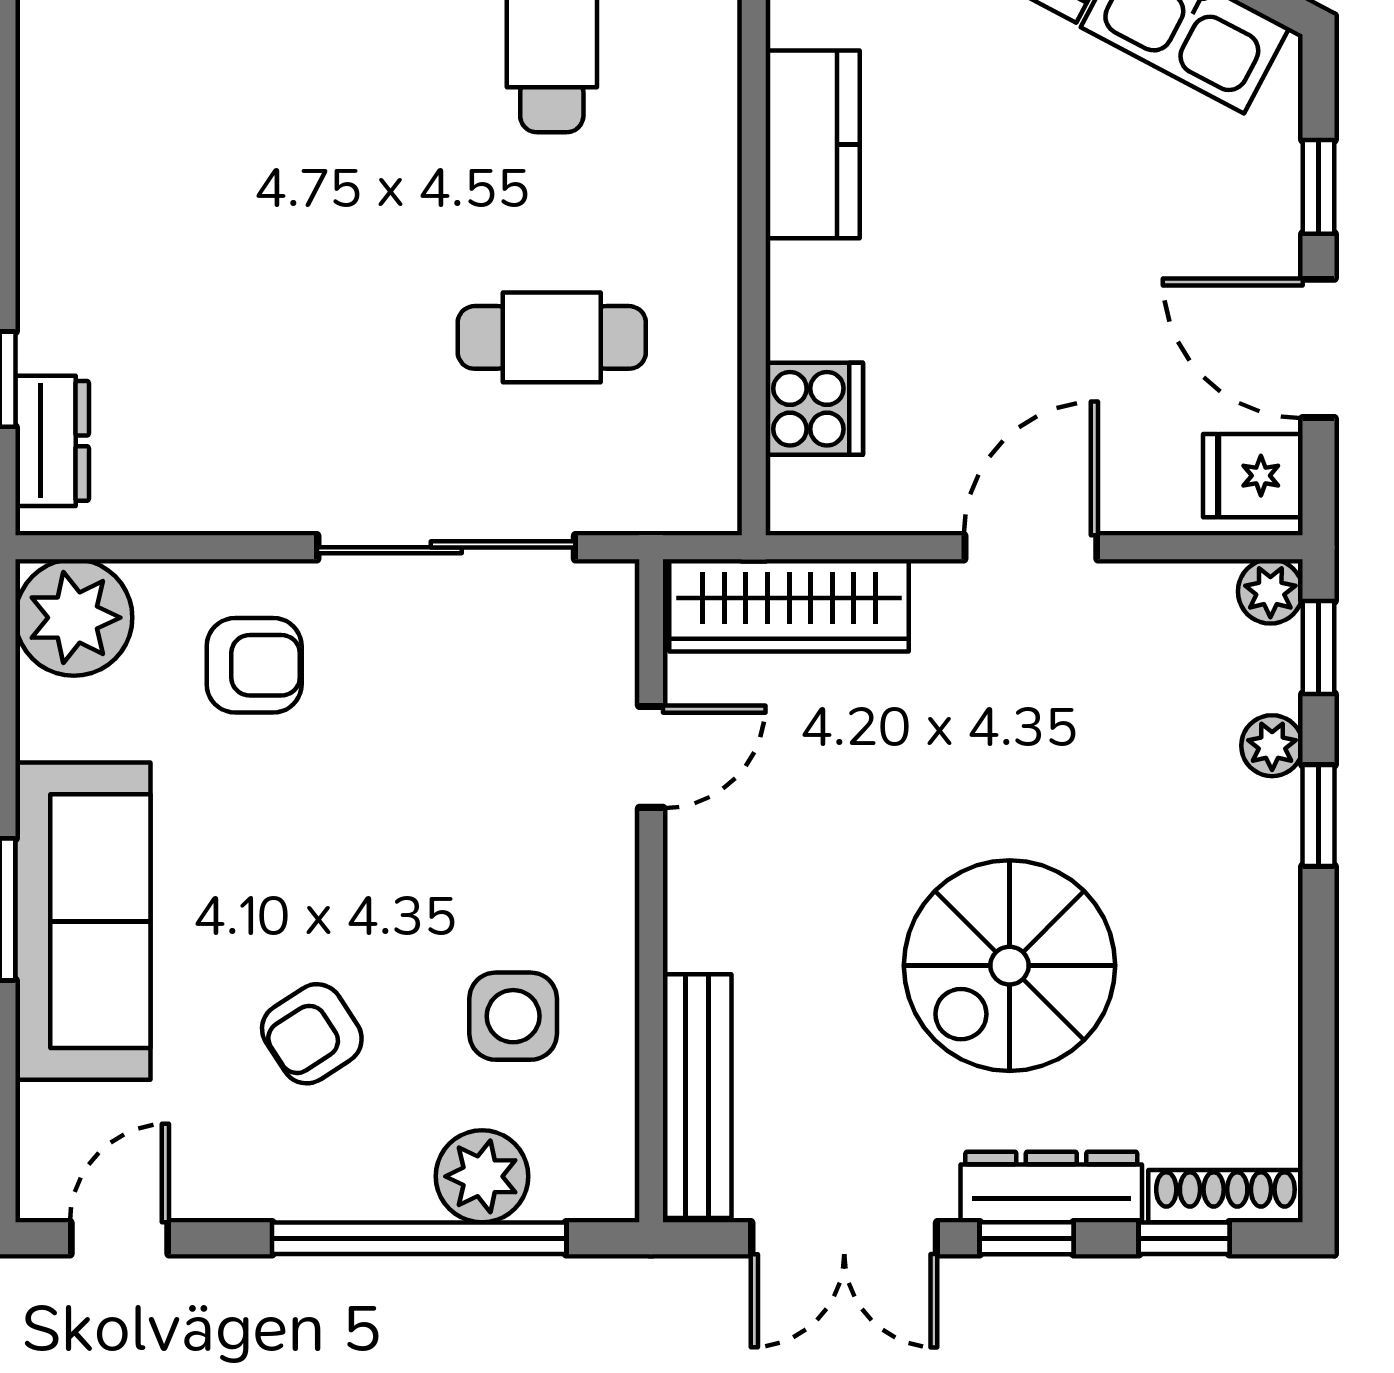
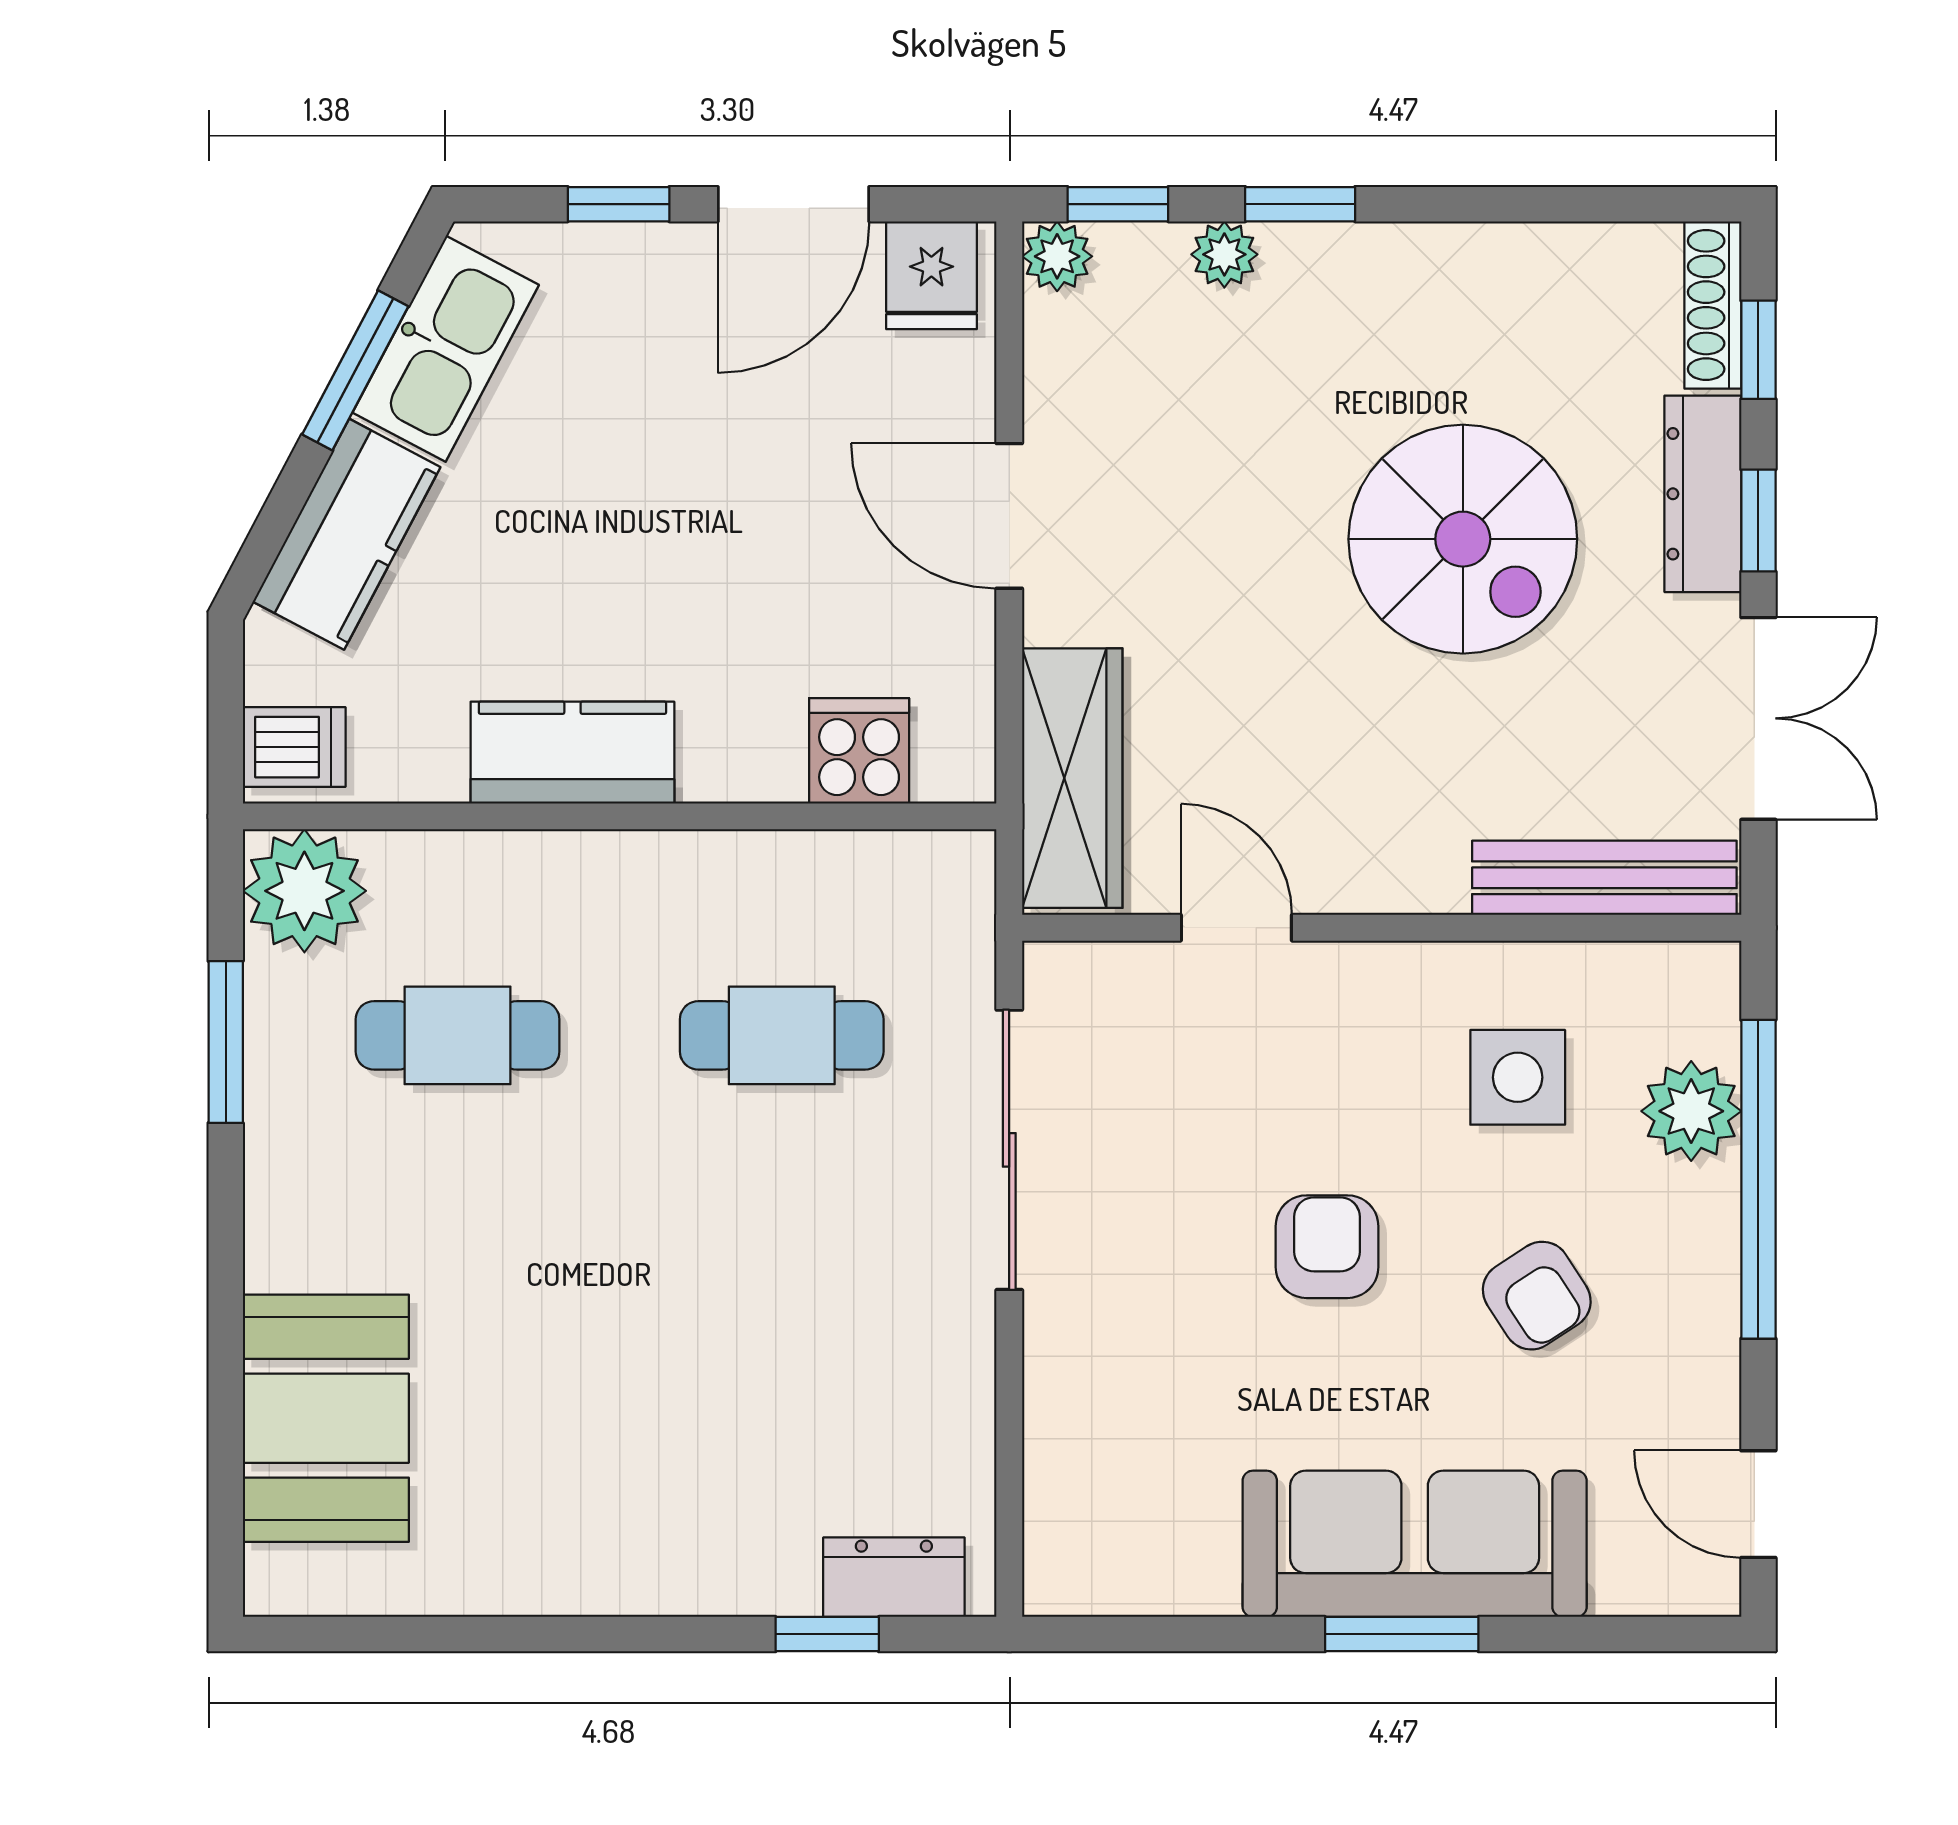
cafe table: (552, 337) -> (782, 1035), turned 90
plant: (74, 618) -> (1085, 1554), removed
armchair: (254, 665) -> (1327, 1247), moved

